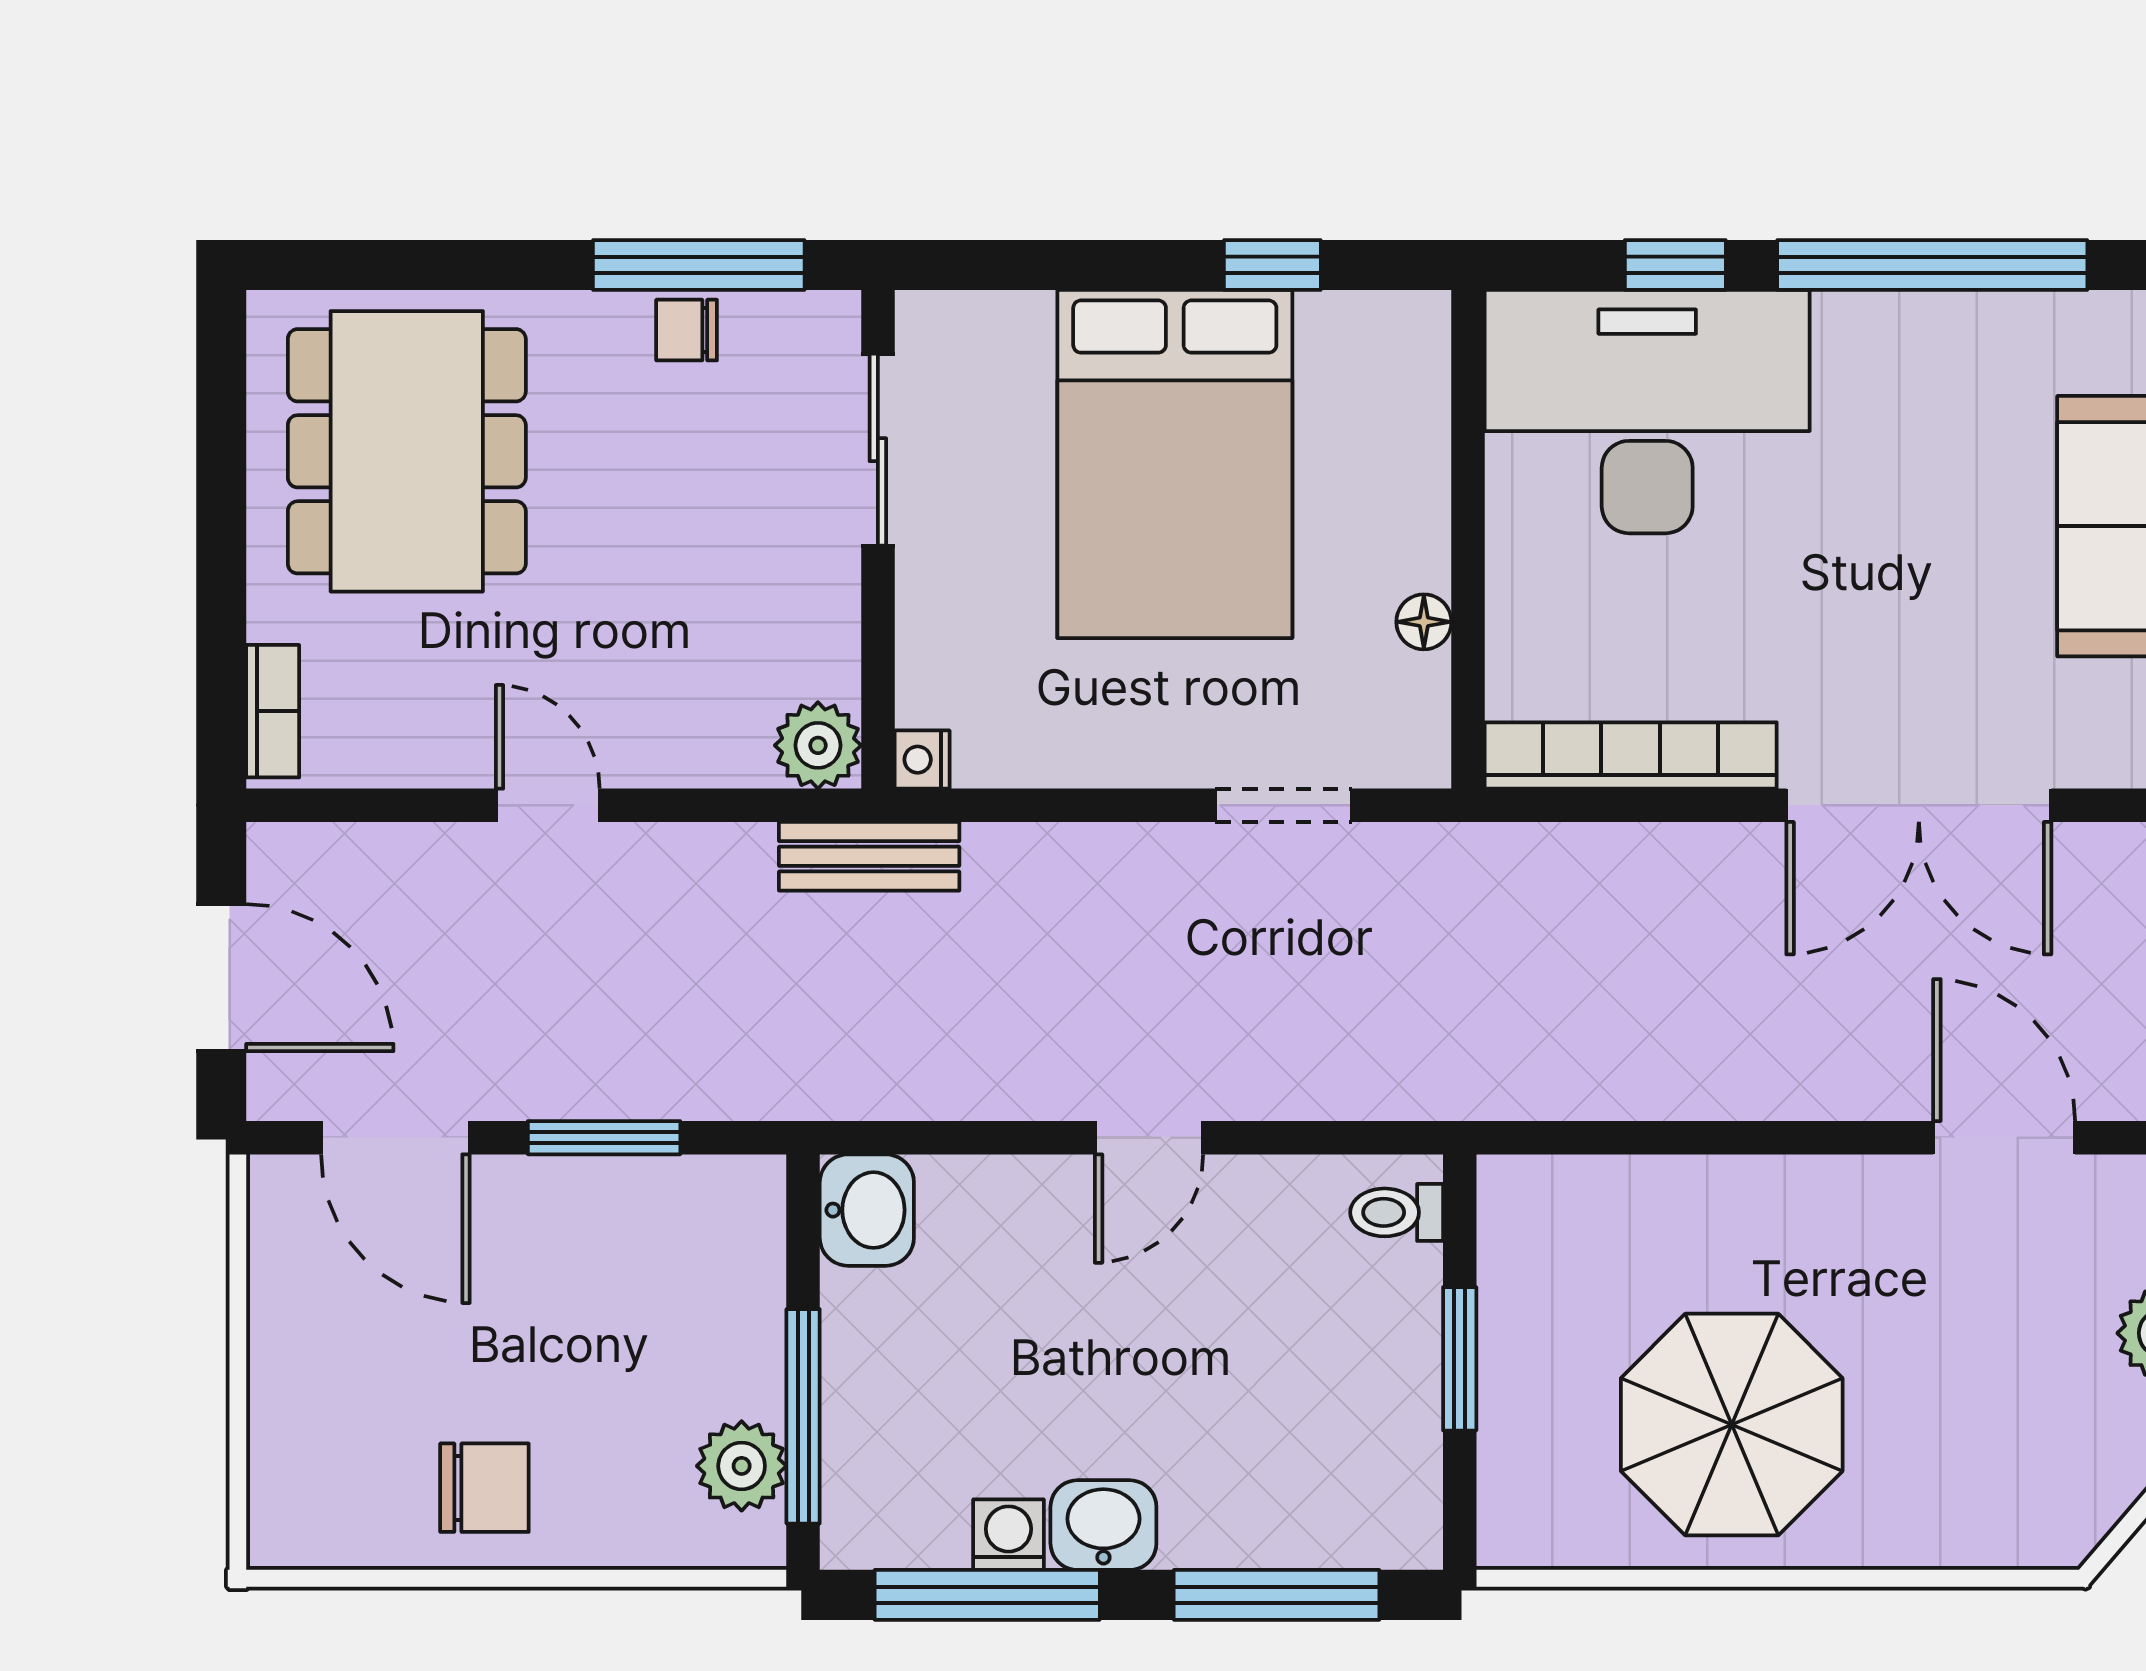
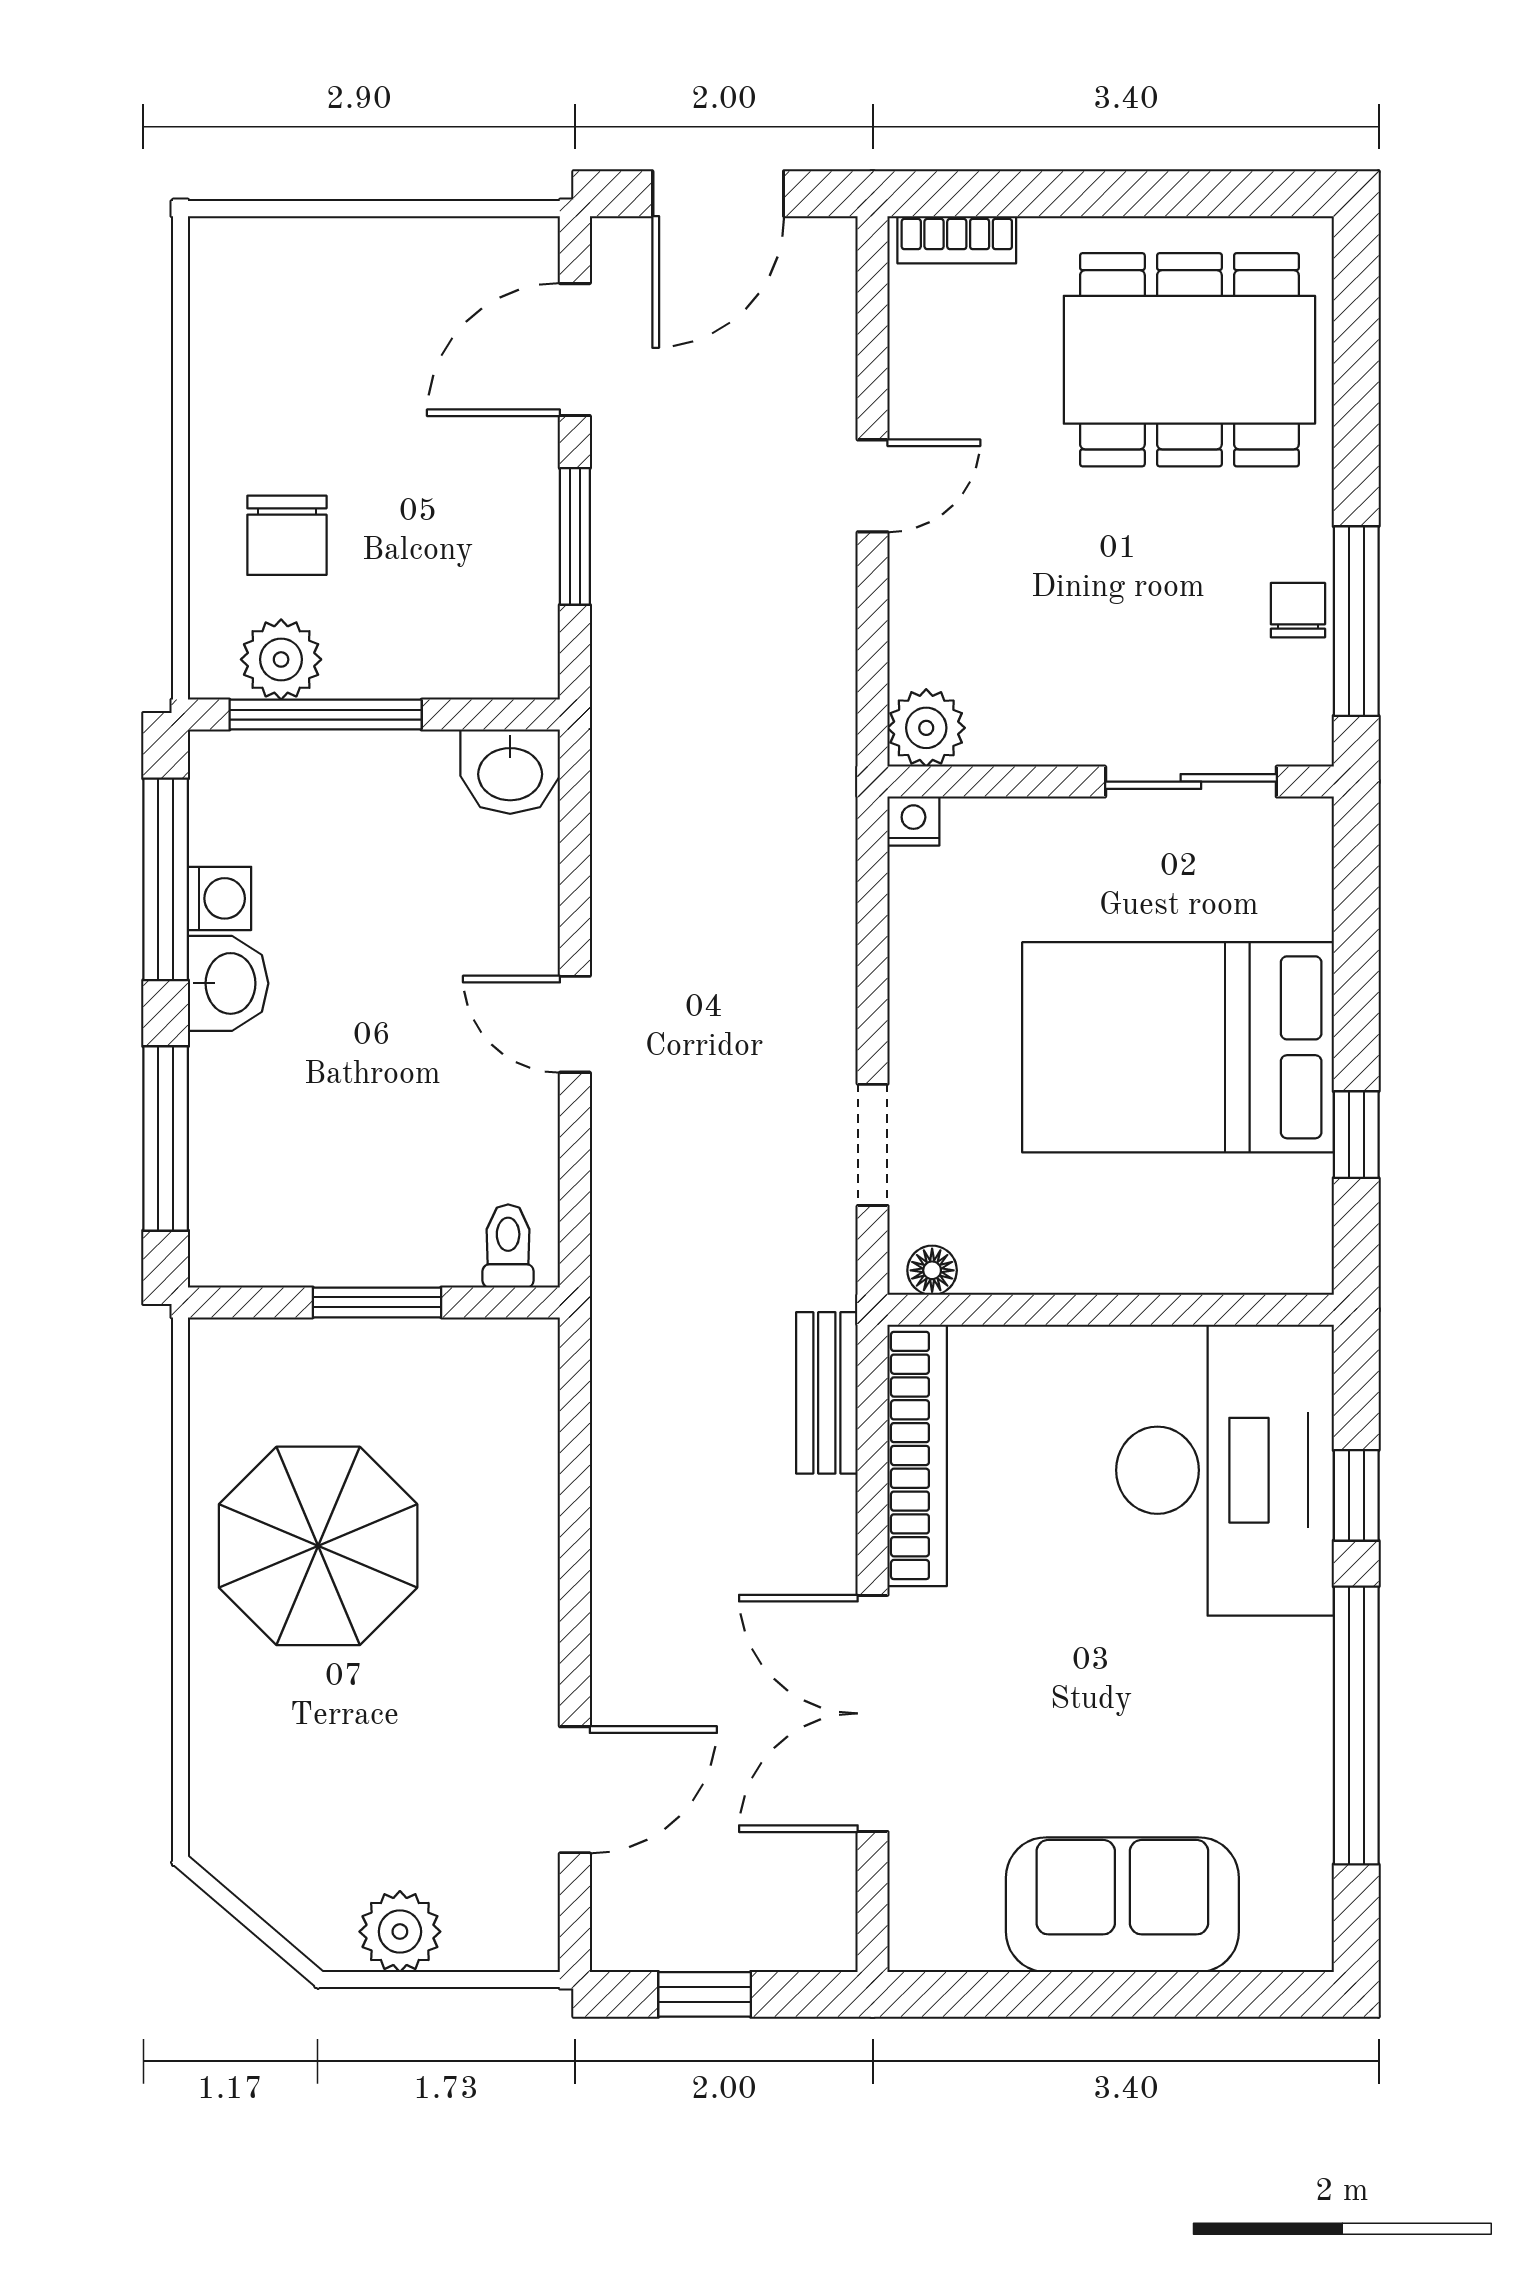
floor lamp: (1424, 622) -> (932, 1270), moved
bench: (869, 856) -> (827, 1393), moved
chair: (484, 1488) -> (287, 535), moved

